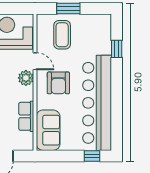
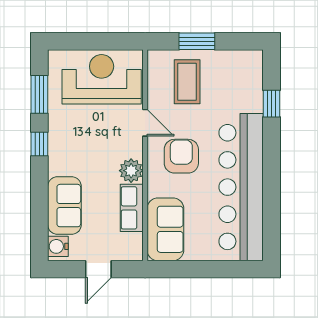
plant: (26, 78) -> (131, 171), moved
armchair: (58, 83) -> (181, 156), turned 180
window: (92, 156) -> (233, 269), removed

